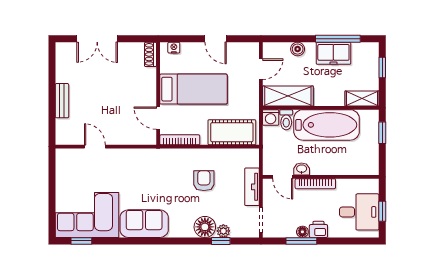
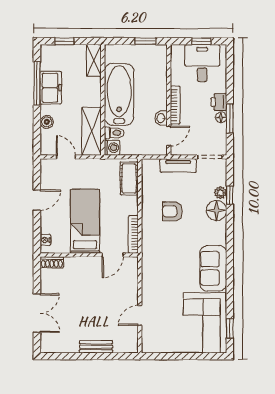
cot: (232, 132) -> (129, 178), width x0.73, depth x0.75
window: (382, 133) -> (145, 41), moved

